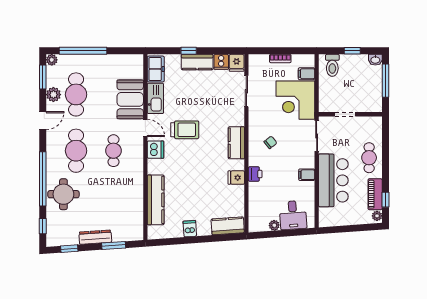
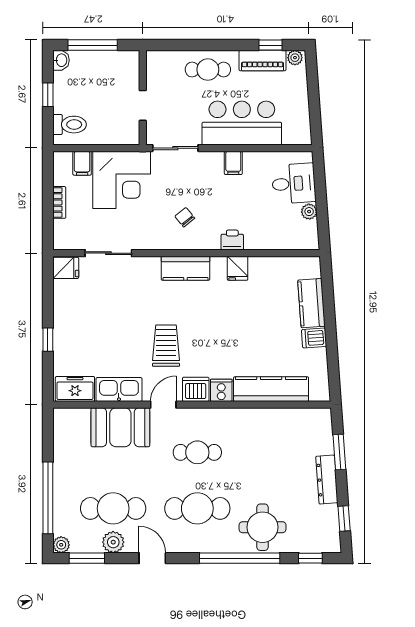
kitchen counter: (197, 62) -> (65, 327), removed
cooker: (221, 62) -> (221, 390), moved, turned -90
kitchen counter: (228, 226) -> (311, 303), moved

